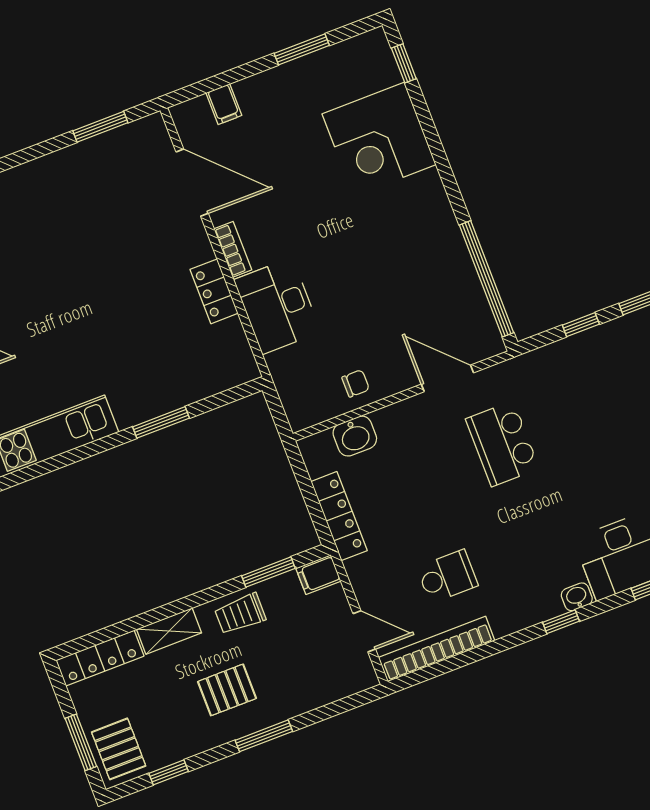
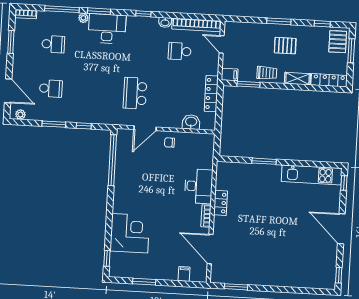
door: (447, 378) -> (145, 128), hinge flipped
chair: (356, 383) -> (170, 142), moved
school desk: (502, 444) -> (135, 93), turned 180
washbasin: (577, 597) -> (165, 22), moved

